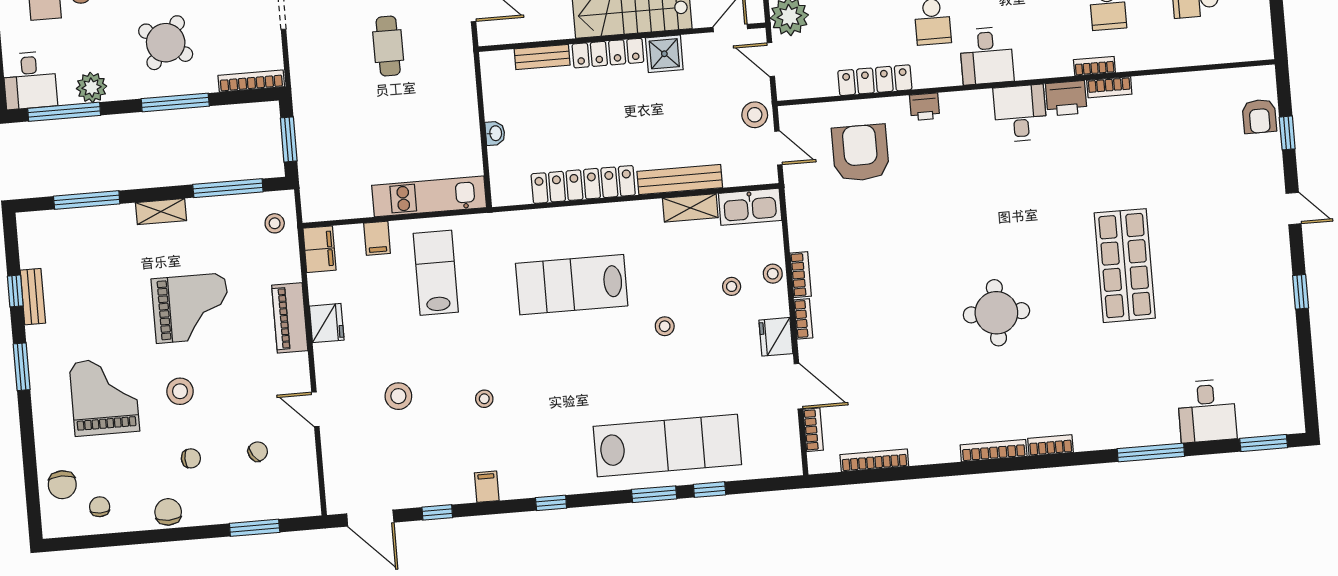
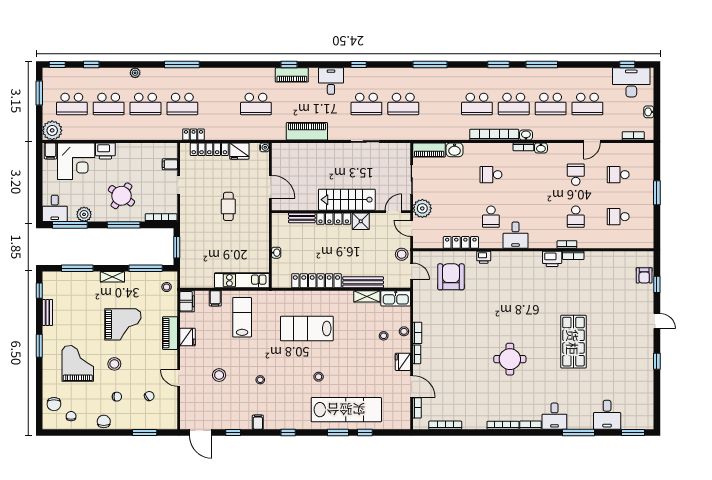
desk: (1020, 113) -> (554, 416), moved, turned 180
window: (15, 291) -> (39, 291), moved
stool: (665, 326) -> (319, 377), moved

